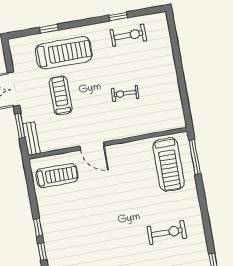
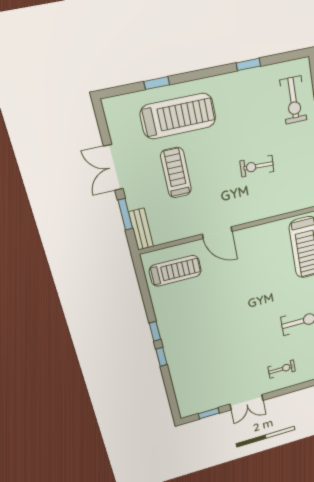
exercise bike: (128, 35) -> (293, 100), moved, turned 90

